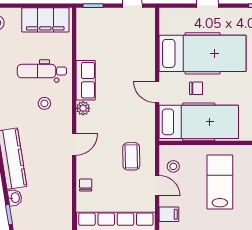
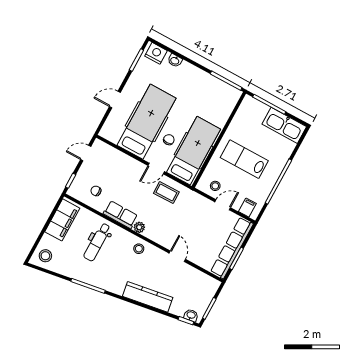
stool: (44, 103) -> (139, 249), moved
door: (74, 144) -> (177, 256), moved
coffee table: (131, 156) -> (166, 193), moved
chair: (86, 185) -> (96, 191), moved
washbasin: (15, 198) -> (191, 315), moved

